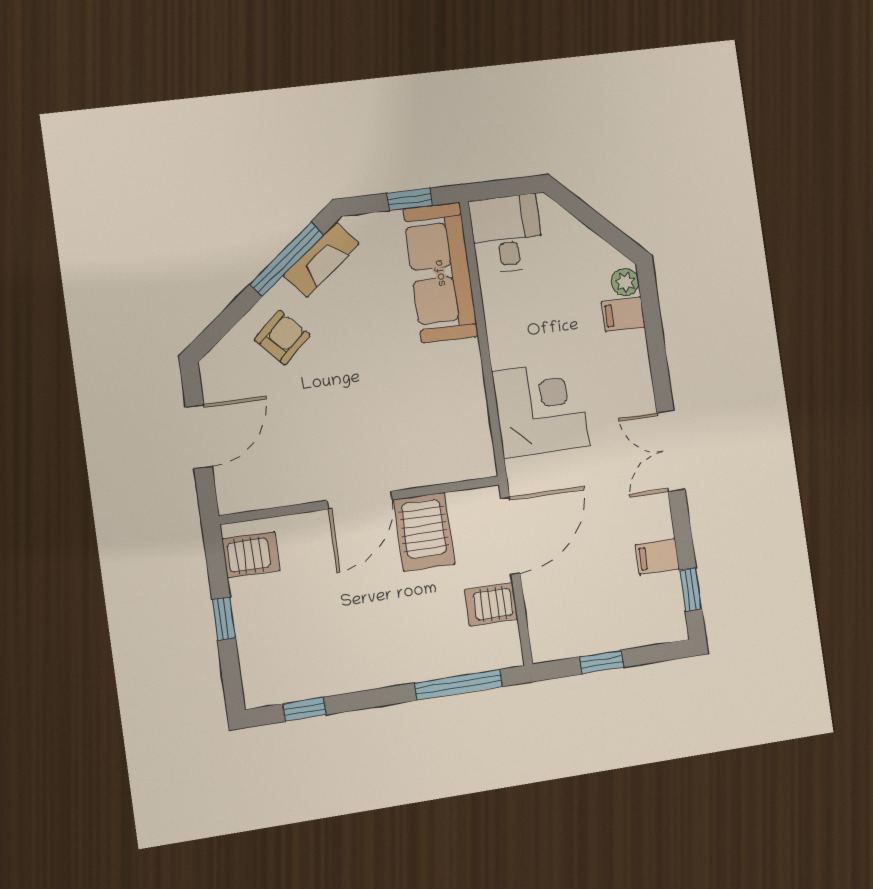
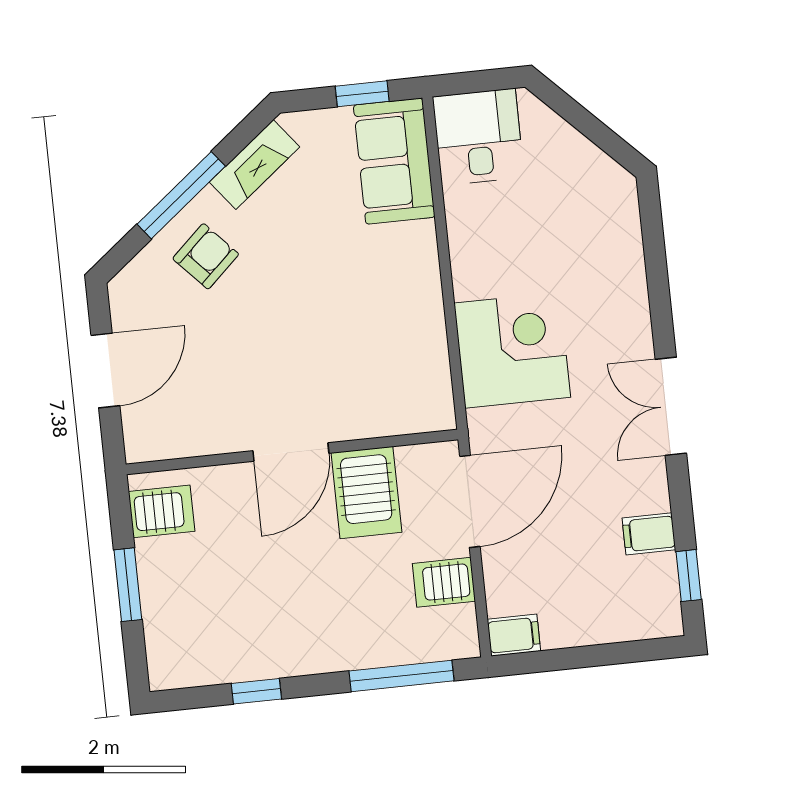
window: (287, 259) -> (181, 195), moved
sofa: (441, 273) -> (394, 161), width x0.73
plant: (625, 282) -> (622, 198), removed
filing cabinet: (623, 314) -> (514, 635), moved, turned 180
window: (224, 619) -> (128, 585), width x1.50
window: (602, 662) -> (575, 658), removed
window: (304, 709) -> (256, 691), moved

